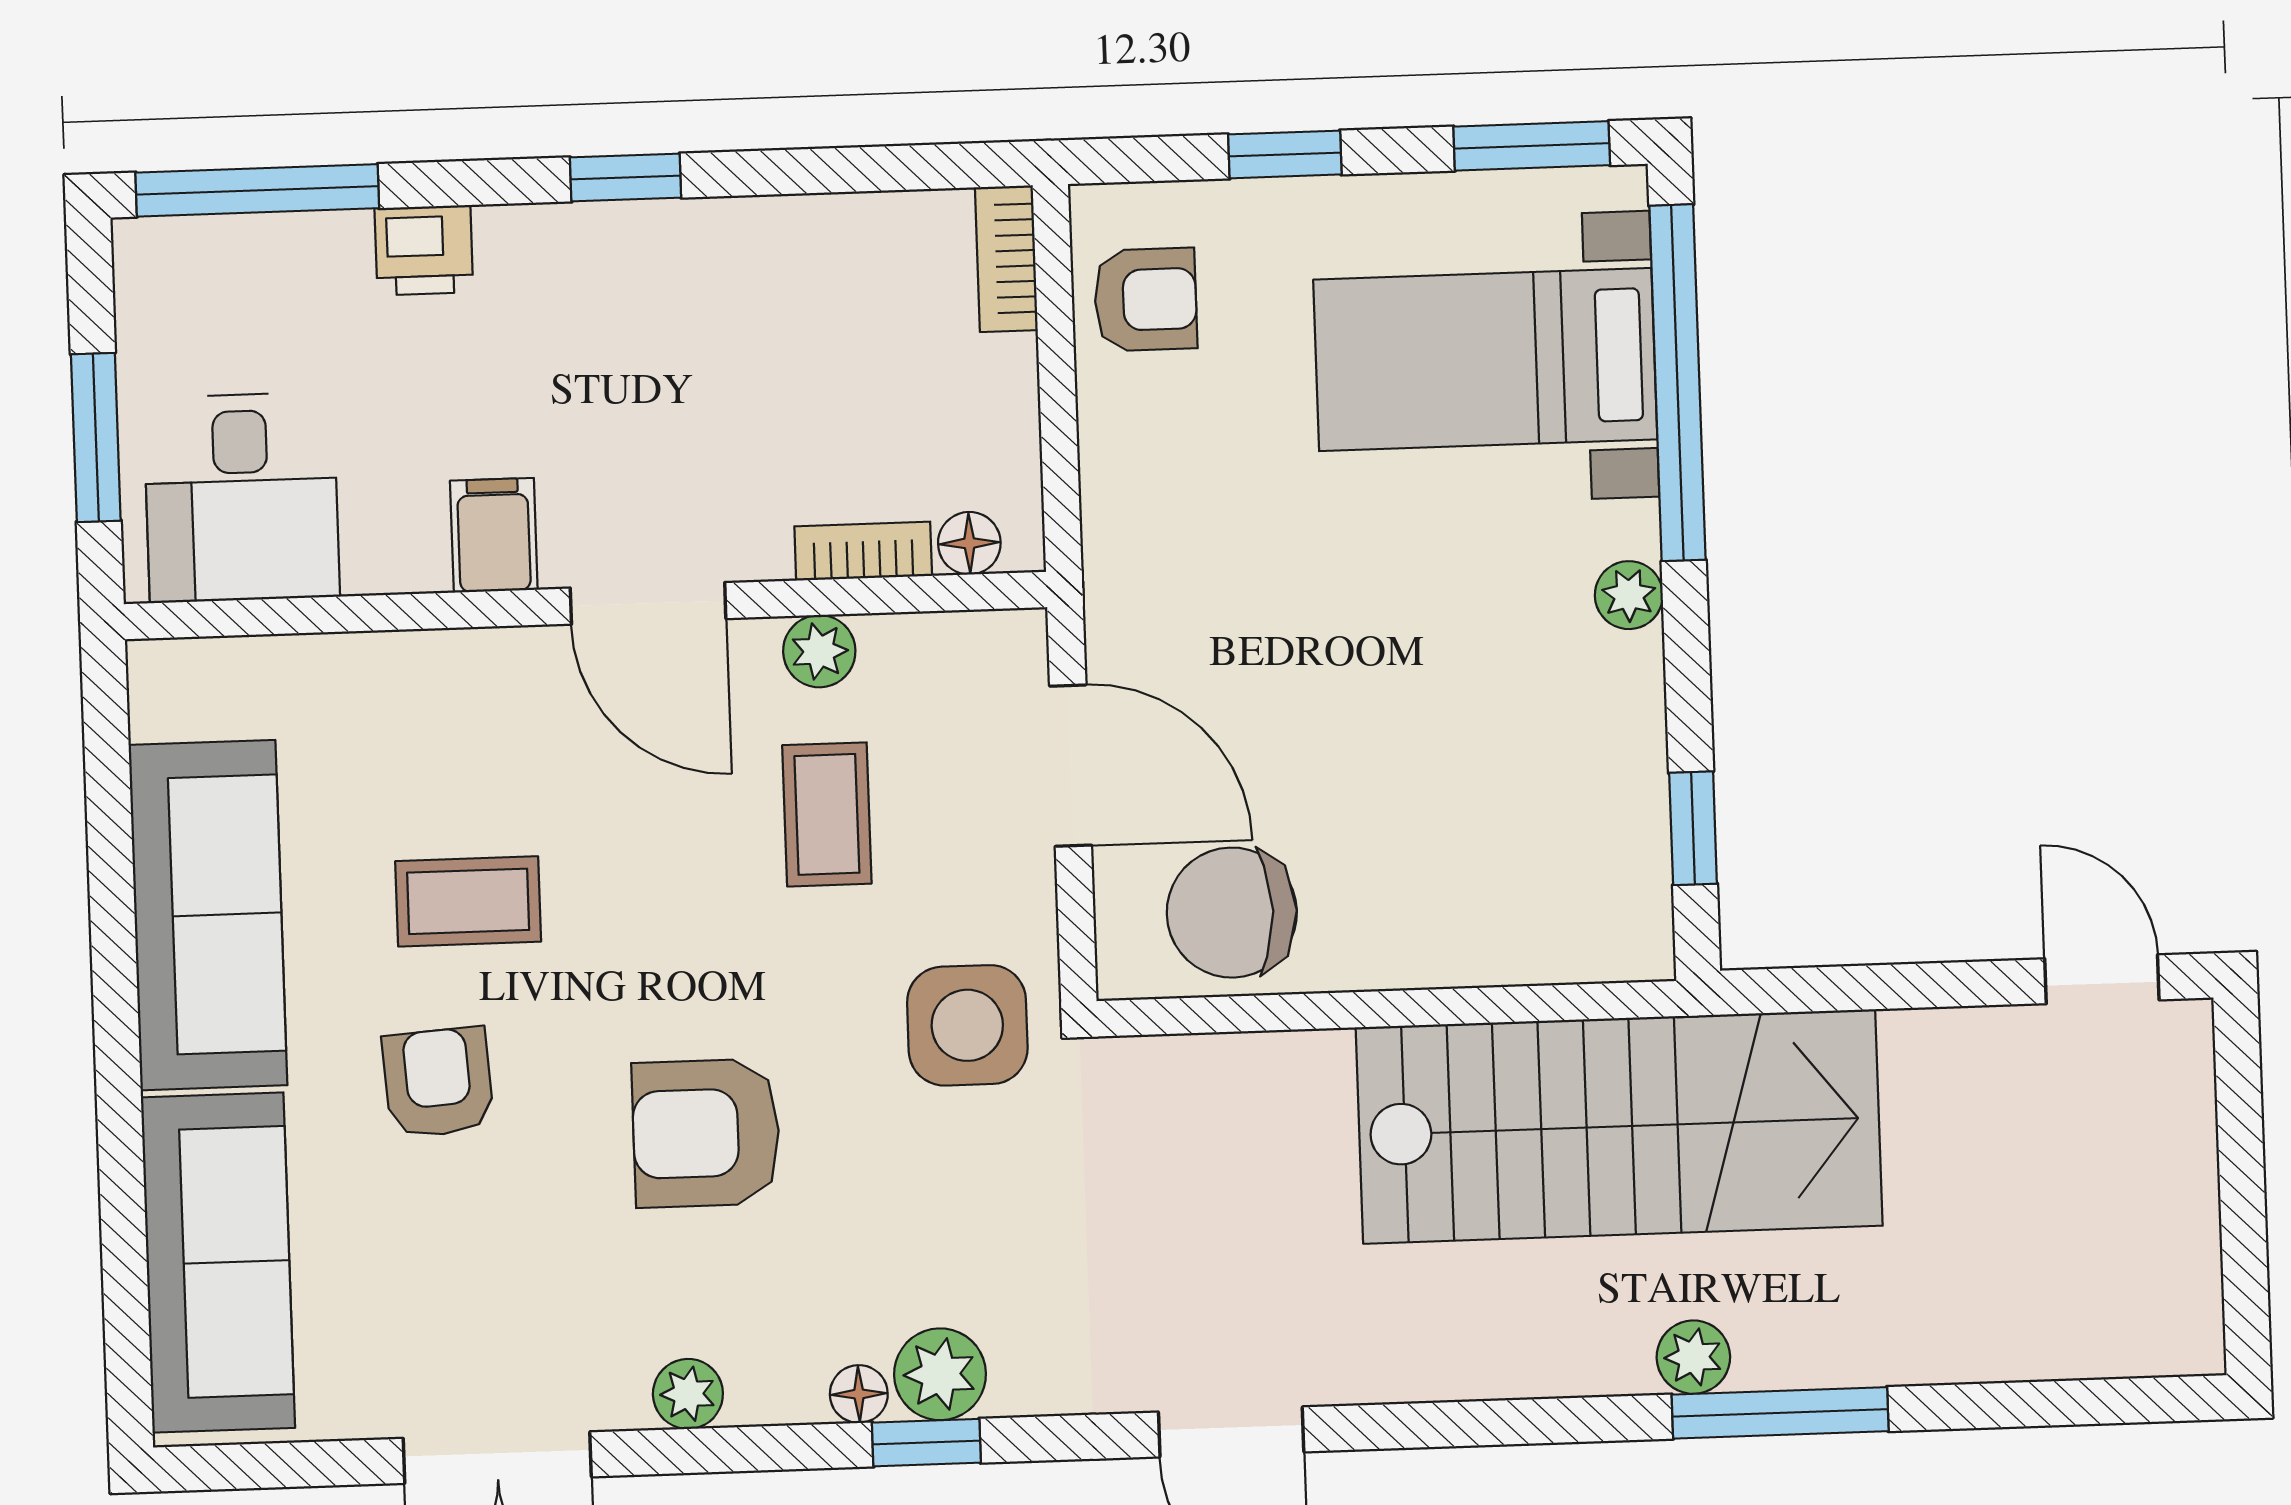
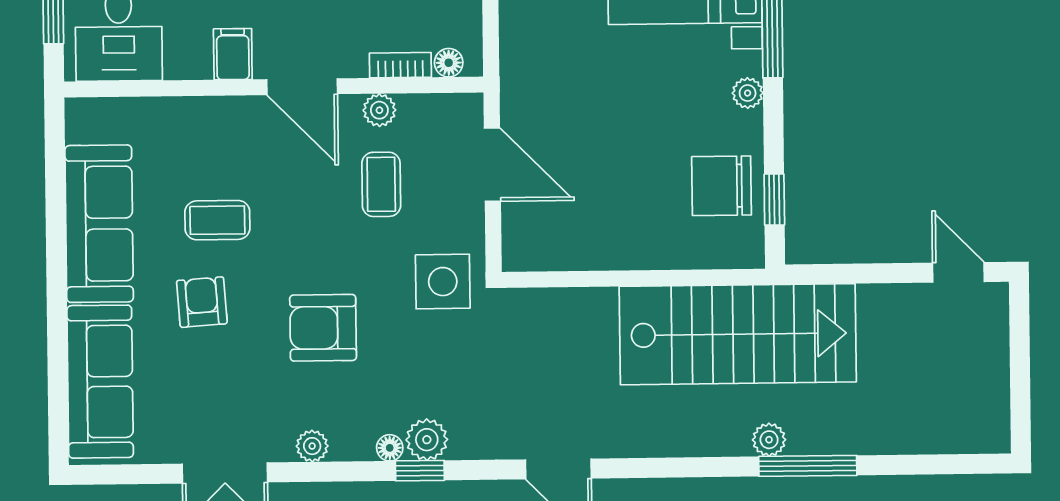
chair: (1232, 913) -> (722, 186), moved

